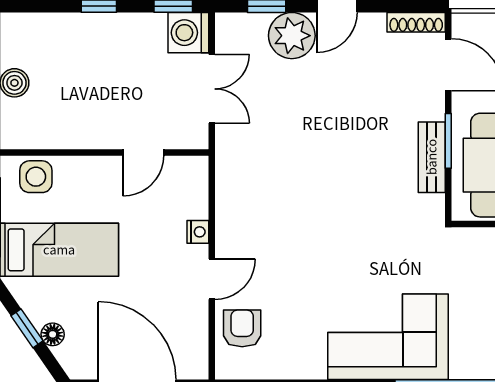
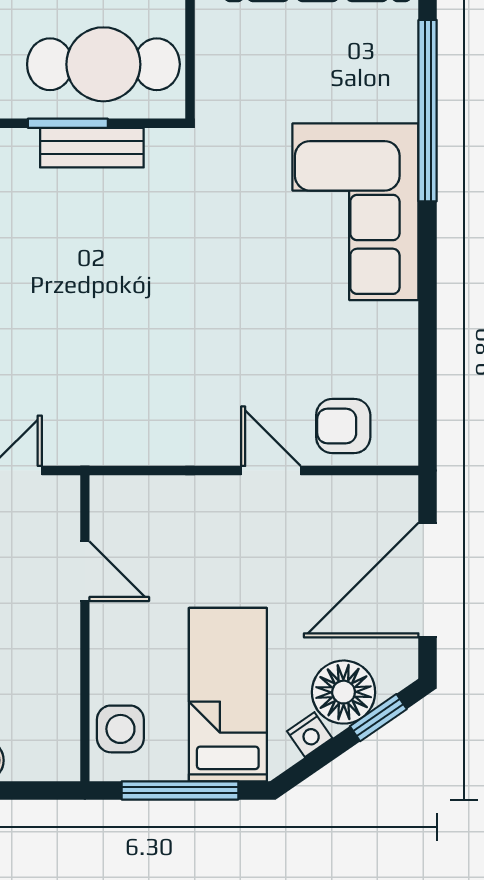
nightstand: (198, 232) -> (310, 735), moved, turned 145
window: (27, 328) -> (378, 718), moved
floor lamp: (53, 334) -> (344, 692), width x1.89, depth x1.89

